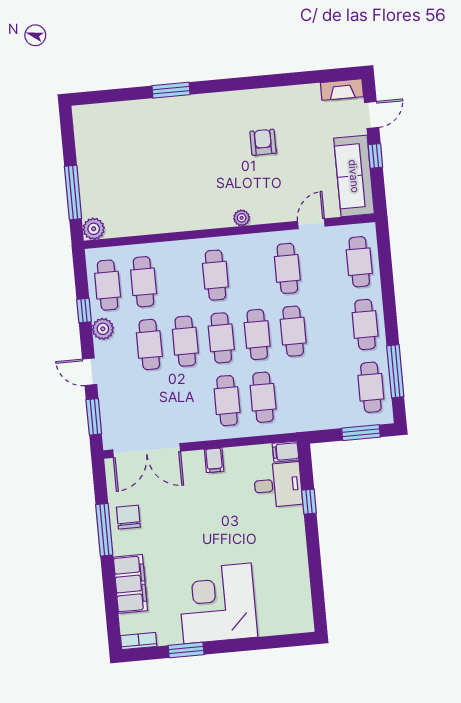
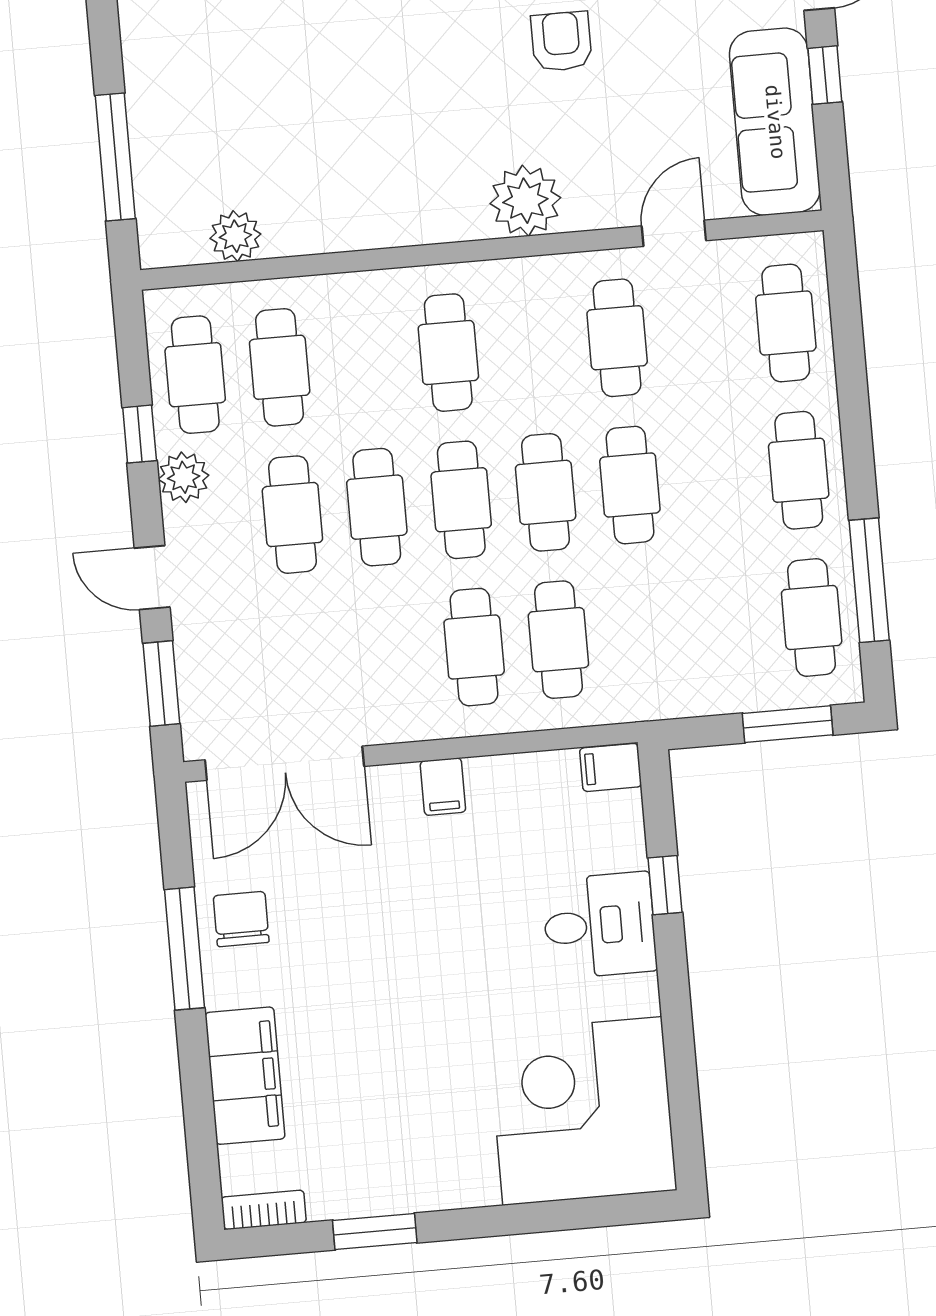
plant: (242, 218) -> (525, 201), width x1.88, depth x1.88
plant: (94, 229) -> (235, 236), moved
desk: (278, 485) -> (599, 925), moved
corner desk: (217, 603) -> (582, 1111), moved

